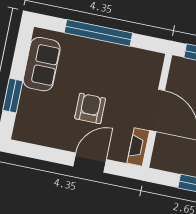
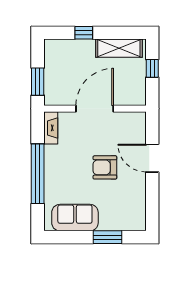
fireplace: (138, 147) -> (51, 128), moved, turned -90

